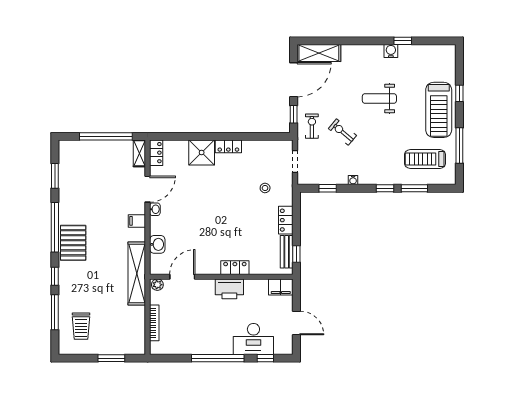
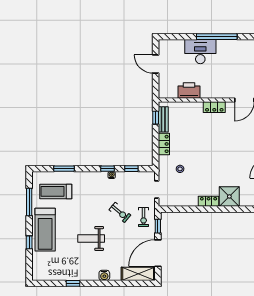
water cooler: (391, 51) -> (104, 275), moved
weight bench: (379, 98) -> (91, 238), turned 180
treadmill: (439, 110) -> (45, 230), turned 180
treadmill: (425, 159) -> (56, 191), turned 180
window: (385, 188) -> (108, 169), moved
locker: (235, 268) -> (214, 107), moved
filing cabinet: (281, 287) -> (168, 92), removed
printer: (229, 289) -> (189, 90), moved
desk: (253, 339) -> (200, 52), moved
window: (265, 358) -> (180, 37), removed

